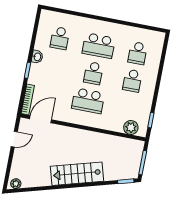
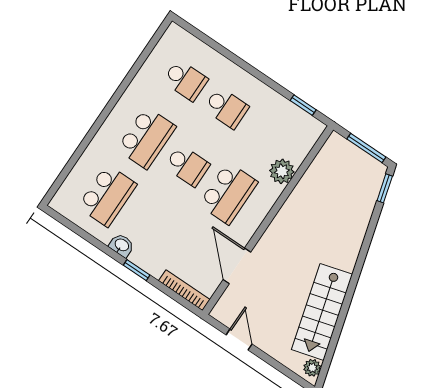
school desk: (60, 38) -> (107, 196), width x1.85
door: (41, 119) -> (237, 266), moved
plant: (131, 128) -> (282, 171), moved
stairs: (77, 174) -> (322, 312), moved

